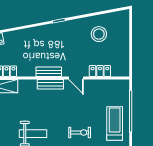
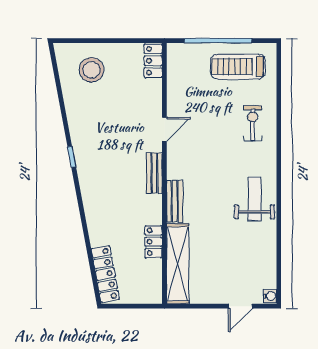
stool: (99, 34) -> (91, 70), moved
locker: (100, 71) -> (153, 61), moved
bench: (50, 84) -> (175, 201), moved

